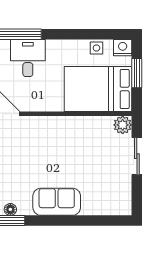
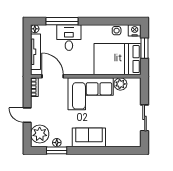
plant: (123, 125) -> (120, 84), moved
corner sofa: (59, 139) -> (91, 94), added
sliding door: (137, 156) -> (145, 118), moved

